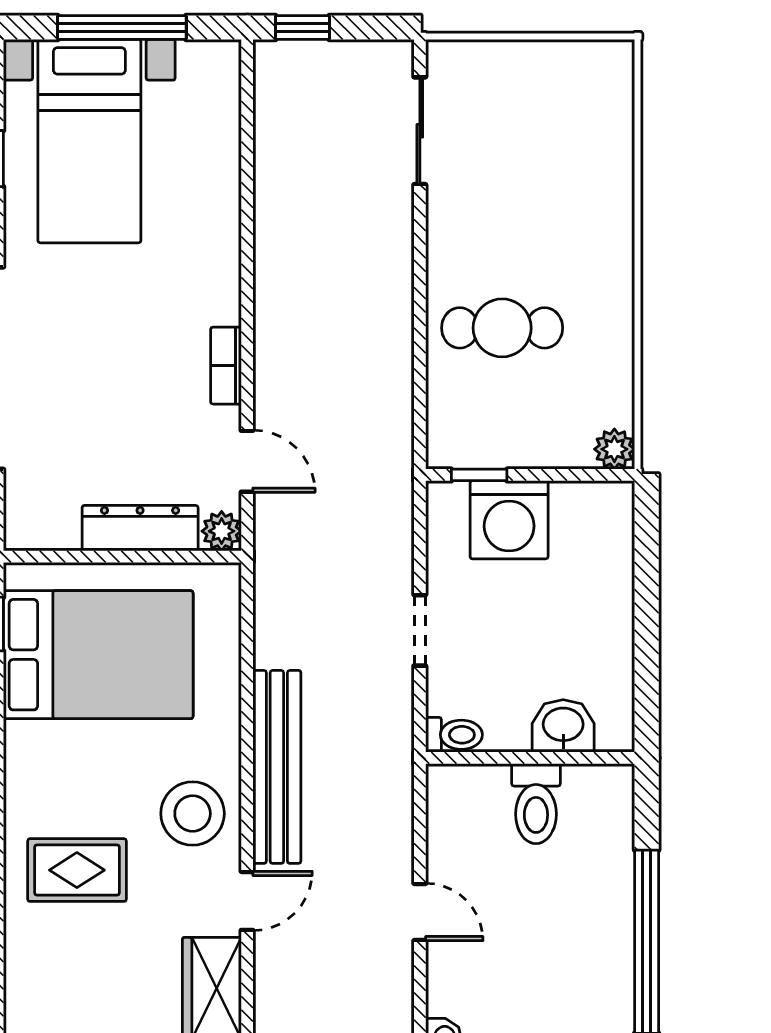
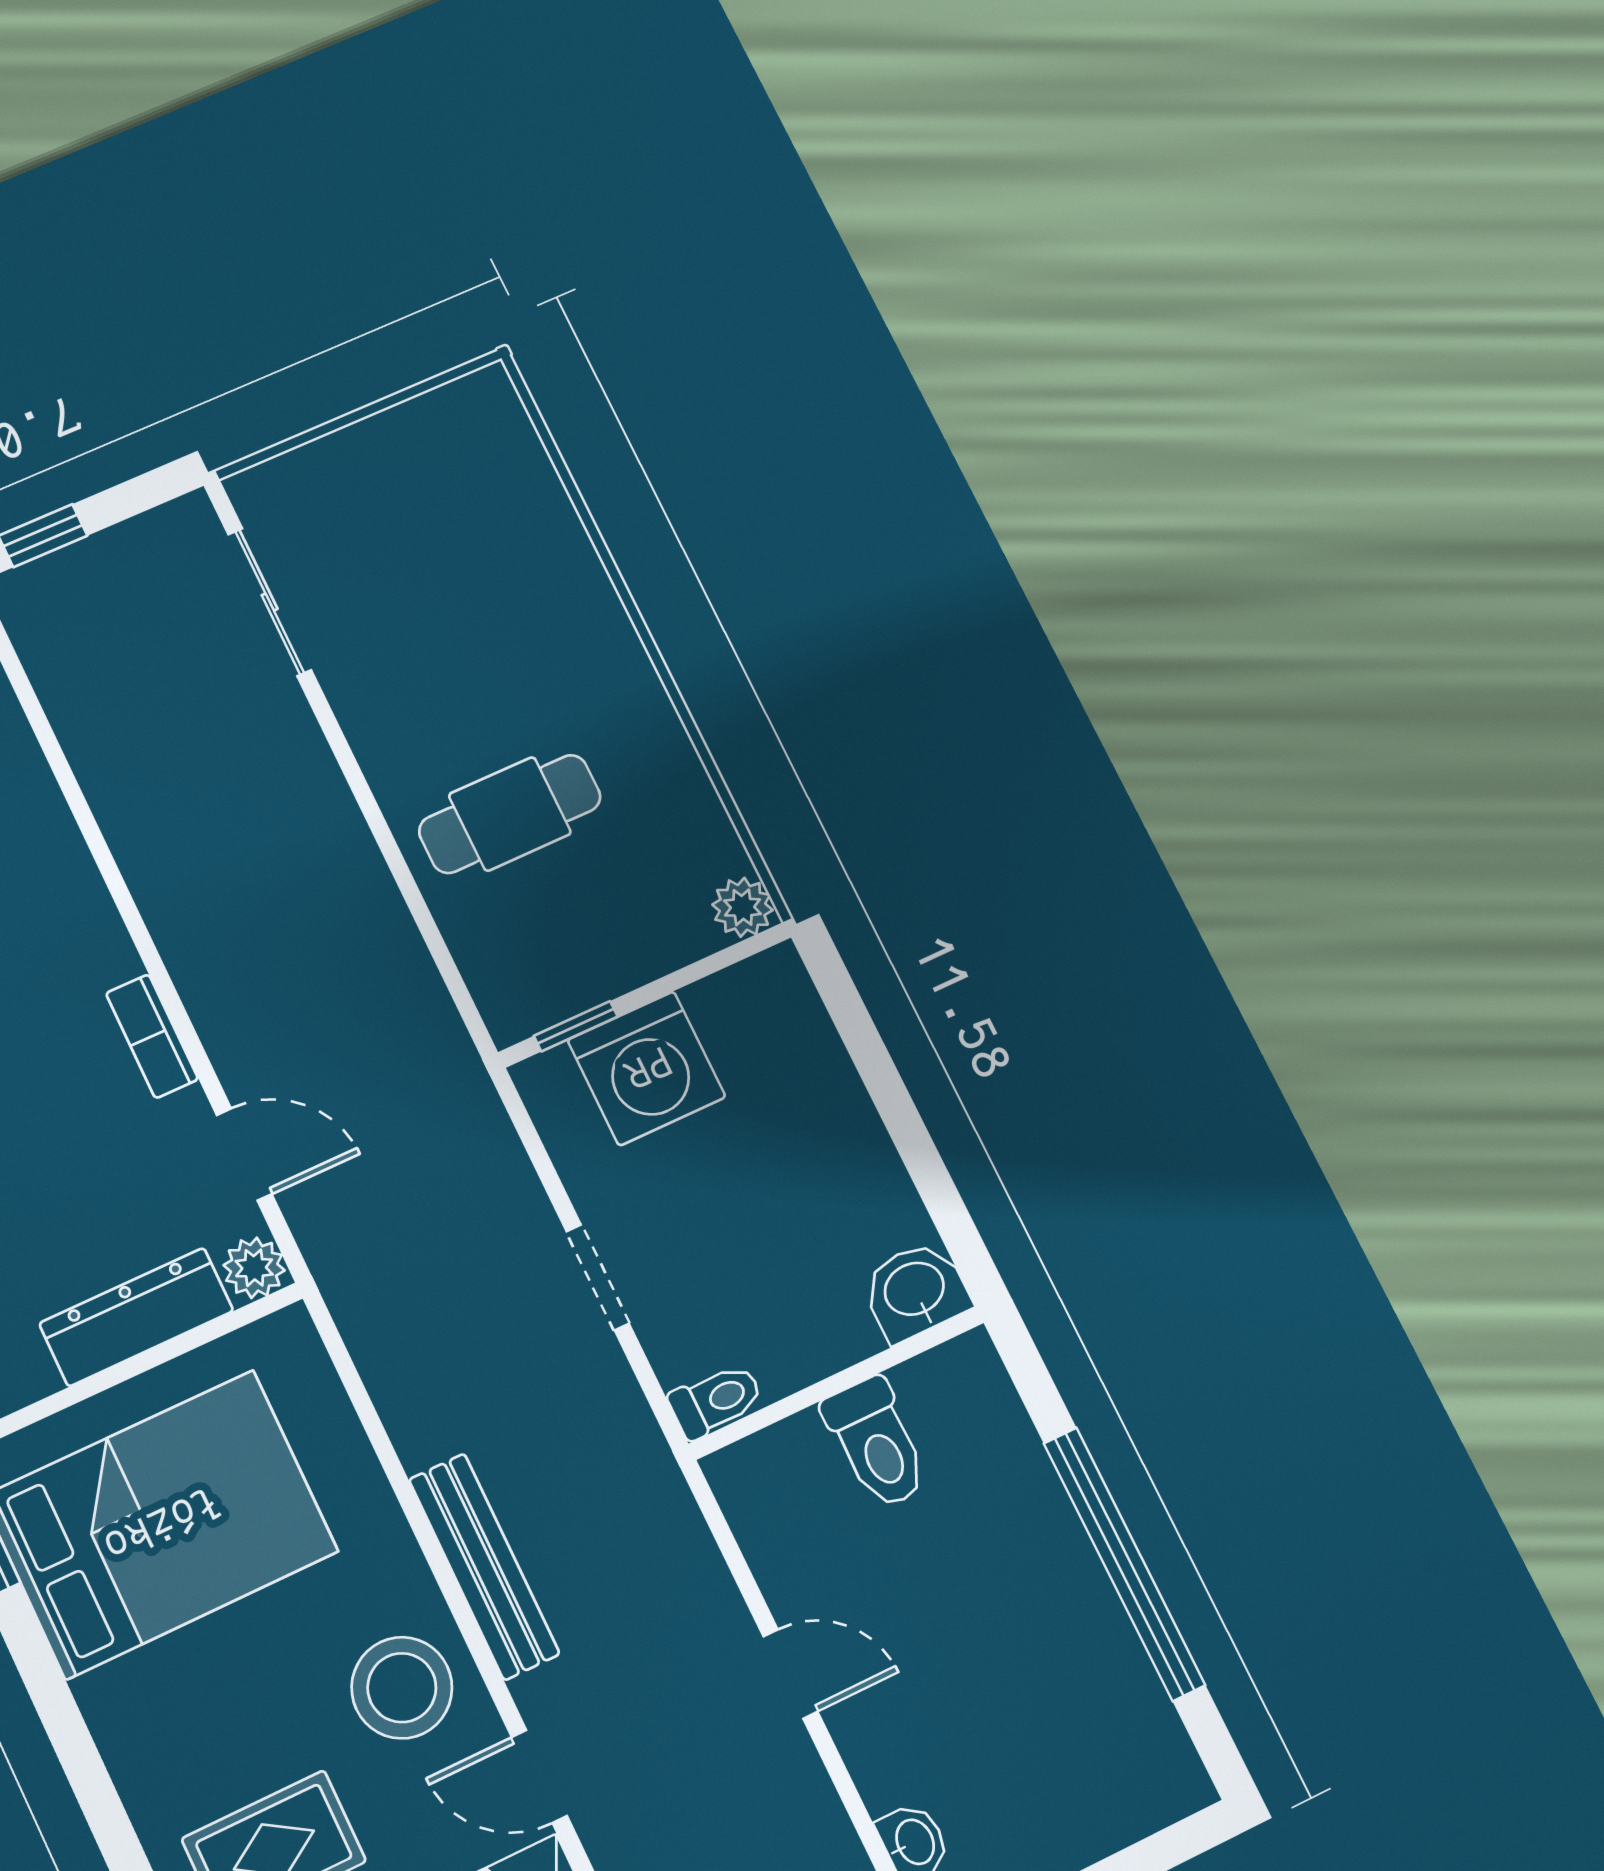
washbasin: (563, 726) -> (915, 1291), moved
bench: (277, 767) -> (484, 1567), width x0.73, depth x0.82
door: (247, 901) -> (539, 1776), swing flipped

